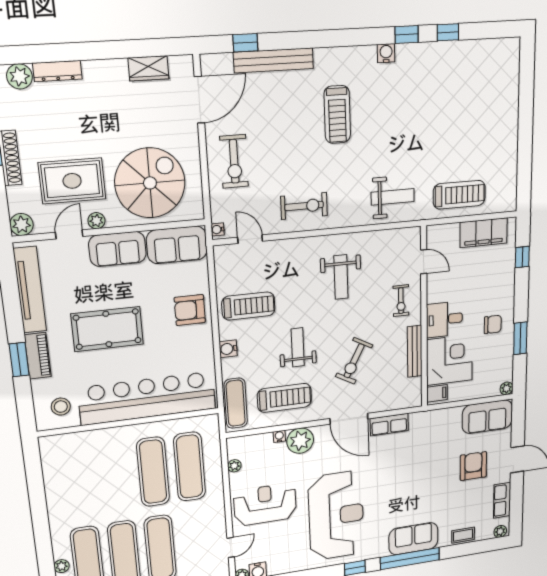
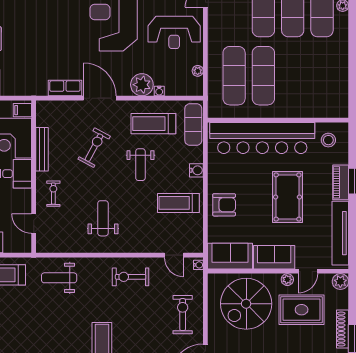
pool table: (107, 329) -> (288, 197), turned 90

